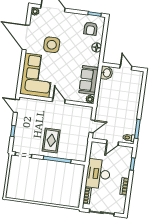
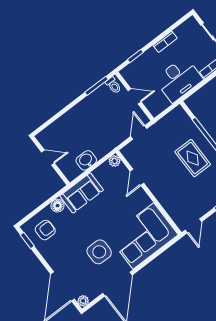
door: (126, 67) -> (48, 158), swing flipped
washbasin: (107, 73) -> (86, 160), moved
sofa: (89, 80) -> (82, 193), moved
door: (59, 101) -> (137, 177), moved
door: (92, 126) -> (139, 132), hinge flipped
rug: (51, 140) -> (193, 158), turned 90

